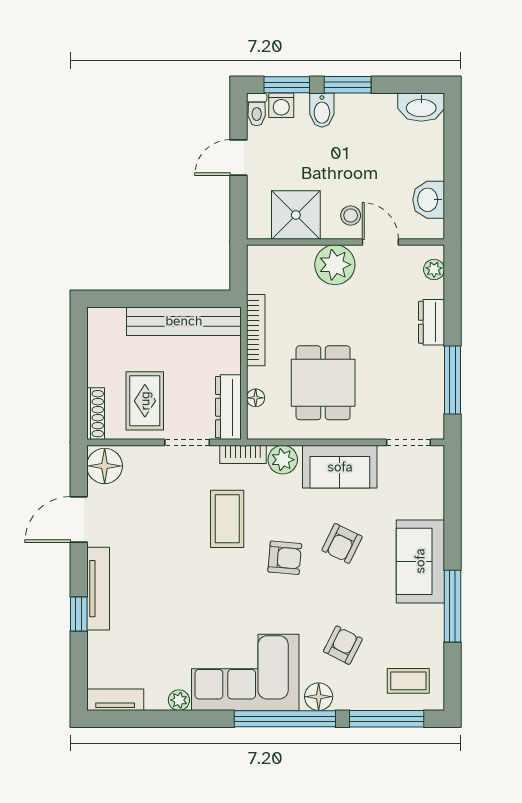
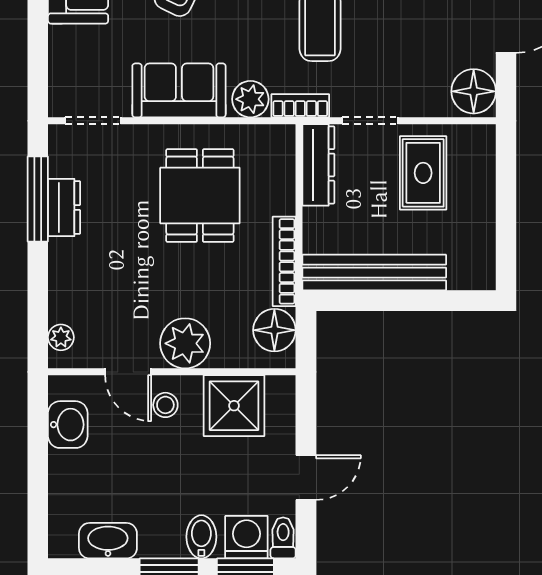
washing machine: (281, 105) -> (246, 537), width x1.38, depth x1.38
washbasin: (421, 107) -> (108, 541), moved
dresser: (431, 322) -> (64, 207), moved
floor lamp: (256, 398) -> (274, 330), moved, width x1.89, depth x1.89
shoe rack: (96, 414) -> (485, 157), removed

